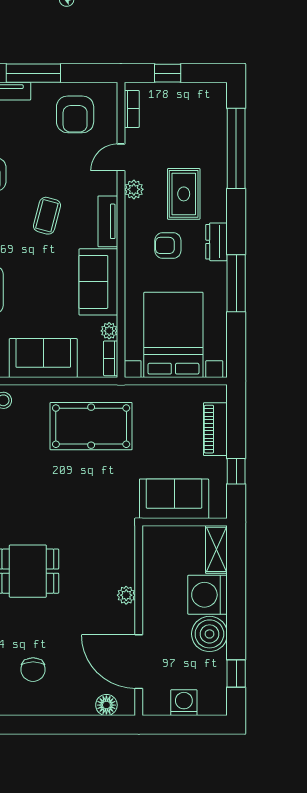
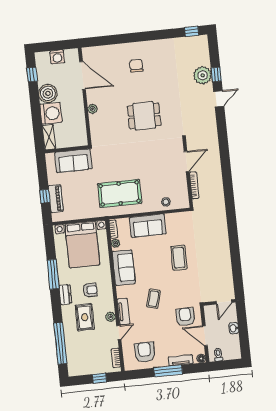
tv unit: (108, 221) -> (123, 312), moved
window: (236, 471) -> (45, 196), moved
floor lamp: (106, 705) -> (97, 52), removed

